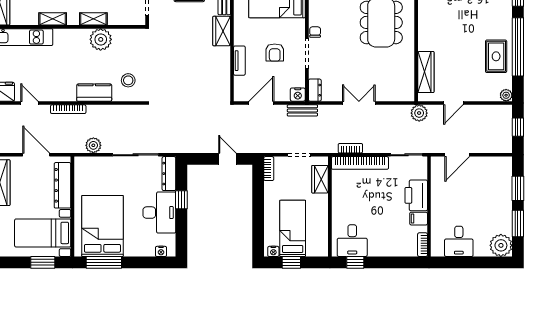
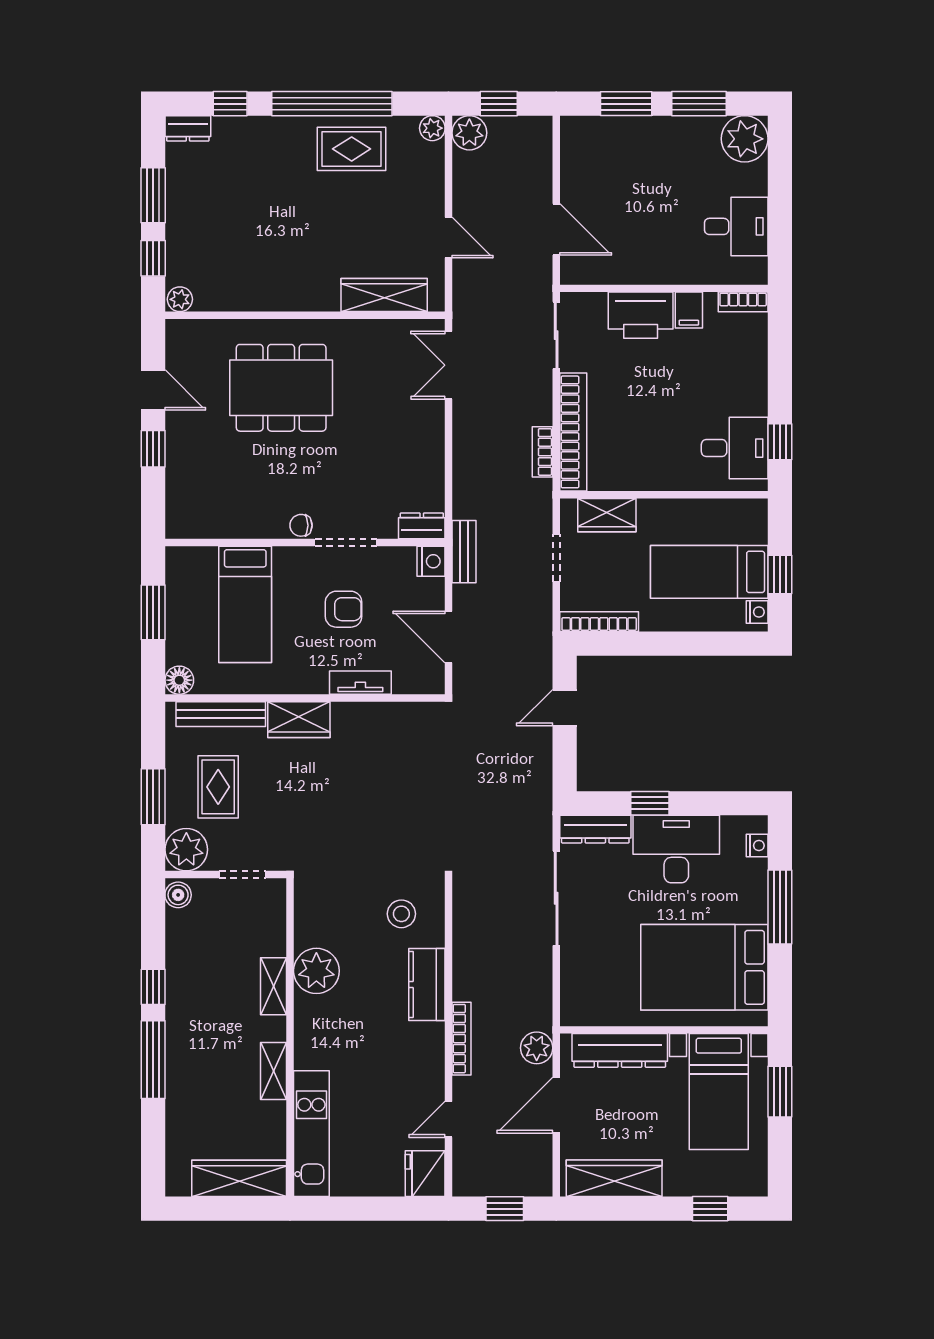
double door: (359, 103) -> (449, 365), moved
plant: (419, 113) -> (469, 133), moved
plant: (93, 145) -> (537, 1048), moved
bookcase: (269, 169) -> (599, 622), width x1.56
window: (104, 262) -> (780, 907), moved

